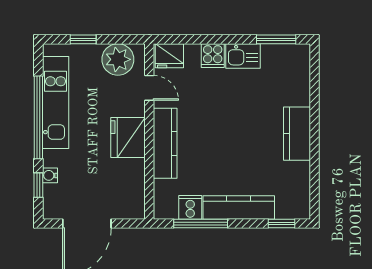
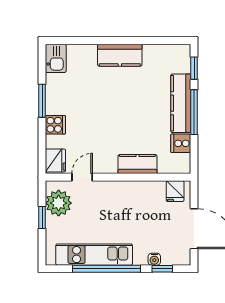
window: (83, 39) -> (42, 218), moved
window: (276, 39) -> (42, 101), moved
kitchen sink: (243, 56) -> (56, 58), moved
fridge: (128, 138) -> (175, 191), moved, width x0.53, depth x0.75
kitchen counter: (165, 143) -> (137, 164), width x0.67
window: (201, 224) -> (194, 112), moved

